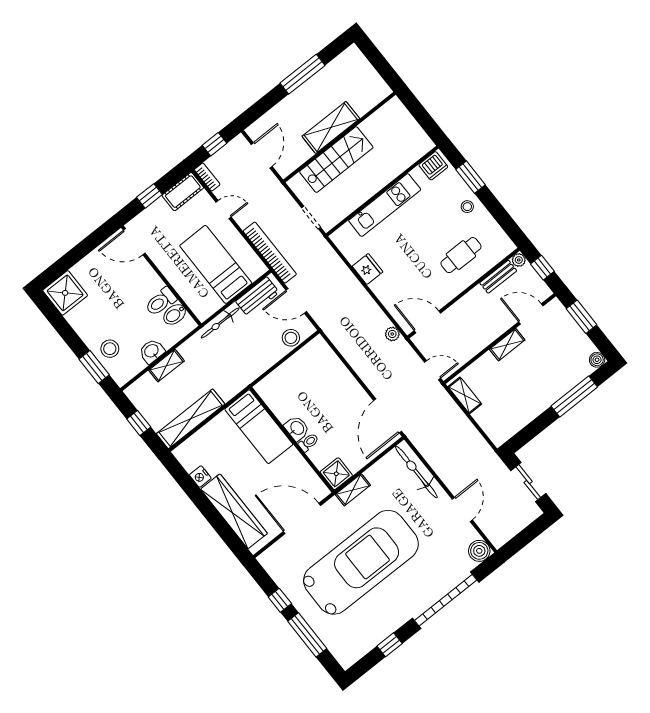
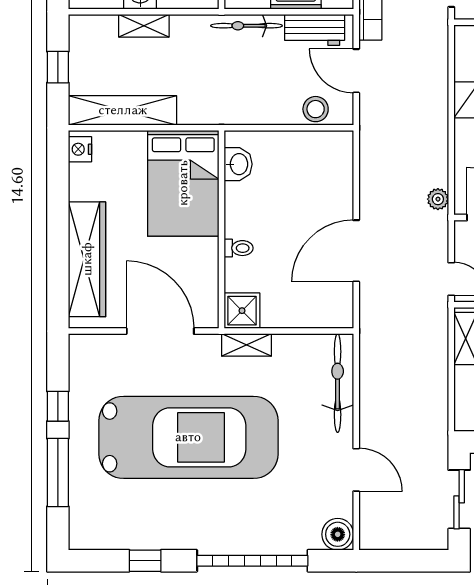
door: (388, 416) -> (356, 251), moved
bed: (259, 427) -> (183, 183), width x1.50
washbasin: (297, 428) -> (238, 164), moved
nightstand: (200, 477) -> (80, 149), moved
door: (462, 509) -> (356, 470), hinge flipped

